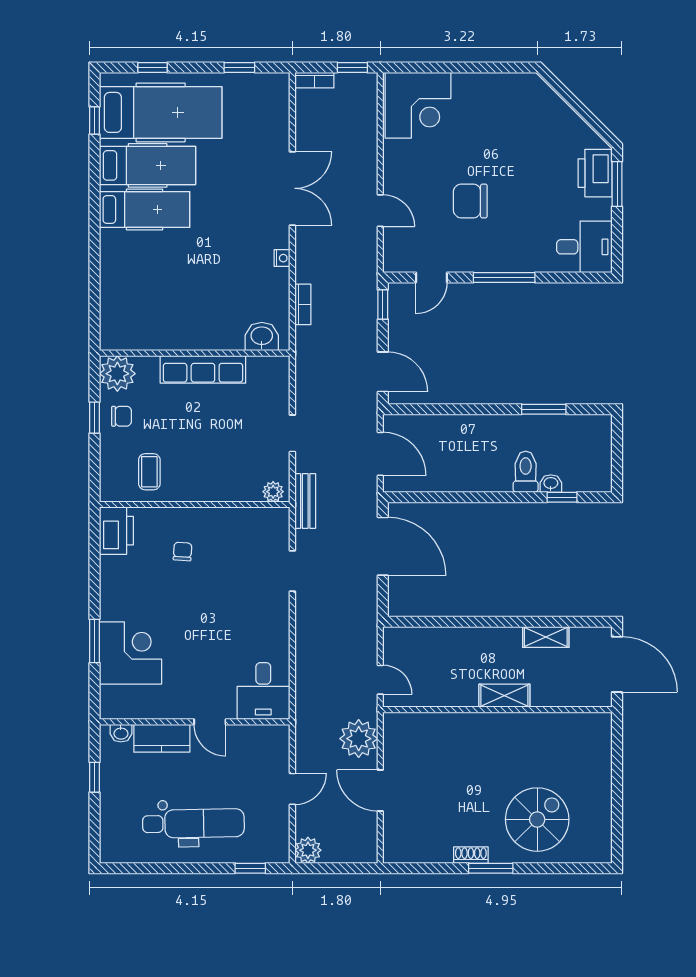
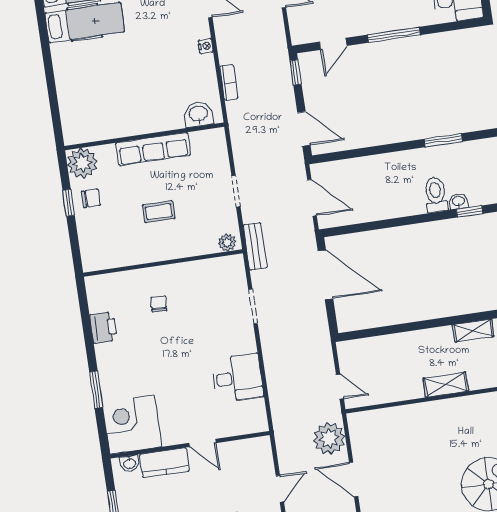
coffee table: (149, 472) -> (159, 212), moved, turned 90
printer: (116, 531) -> (103, 328), moved, width x0.73, depth x0.84
corner desk: (131, 653) -> (132, 425), moved, turned -90
desk: (263, 691) -> (237, 378), moved, turned -90

